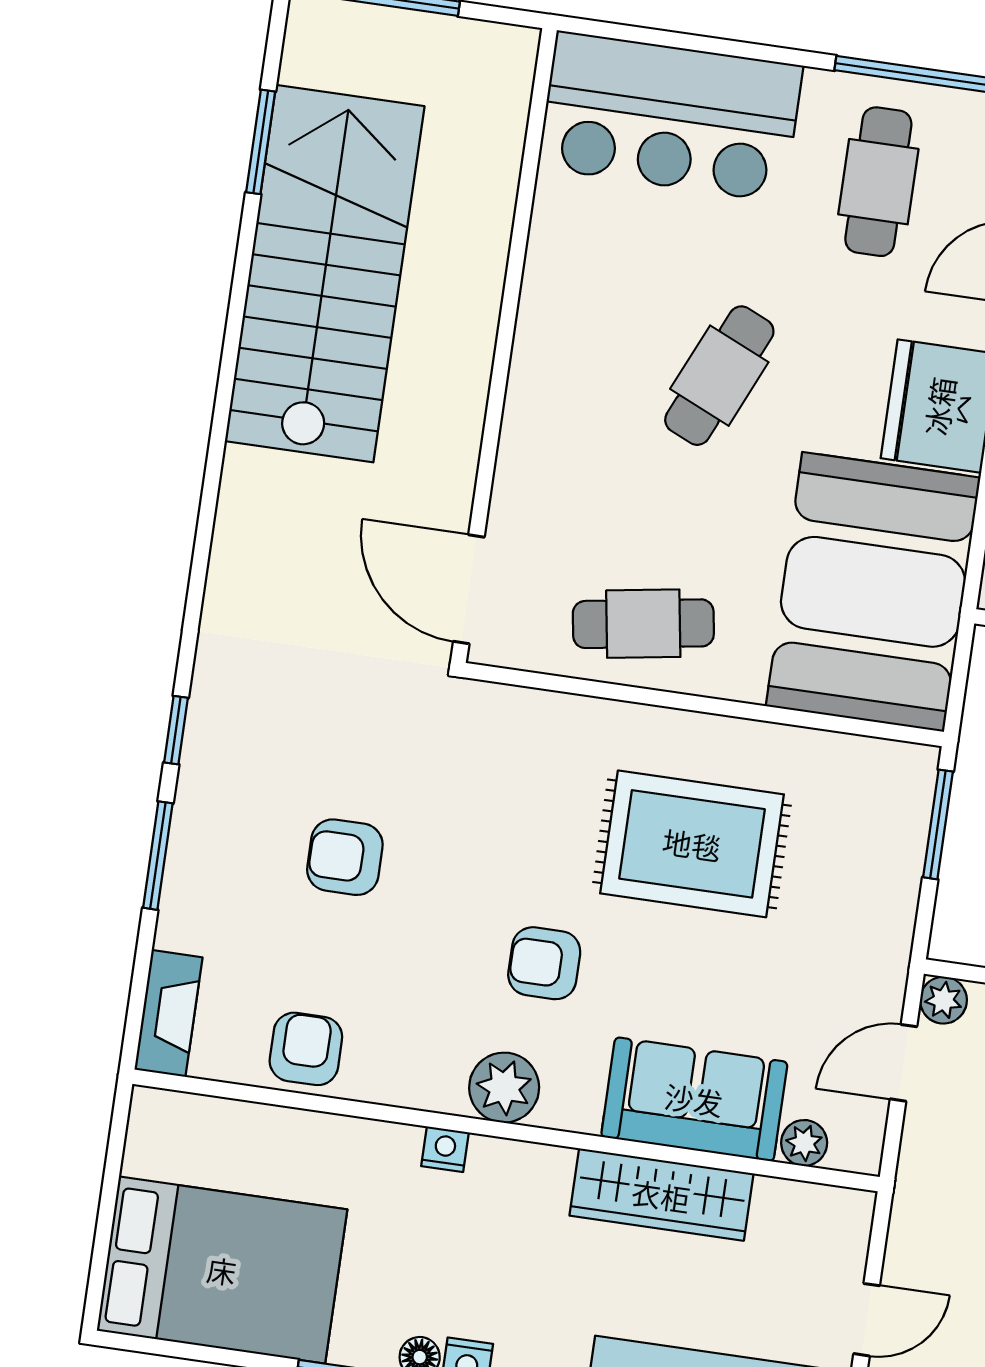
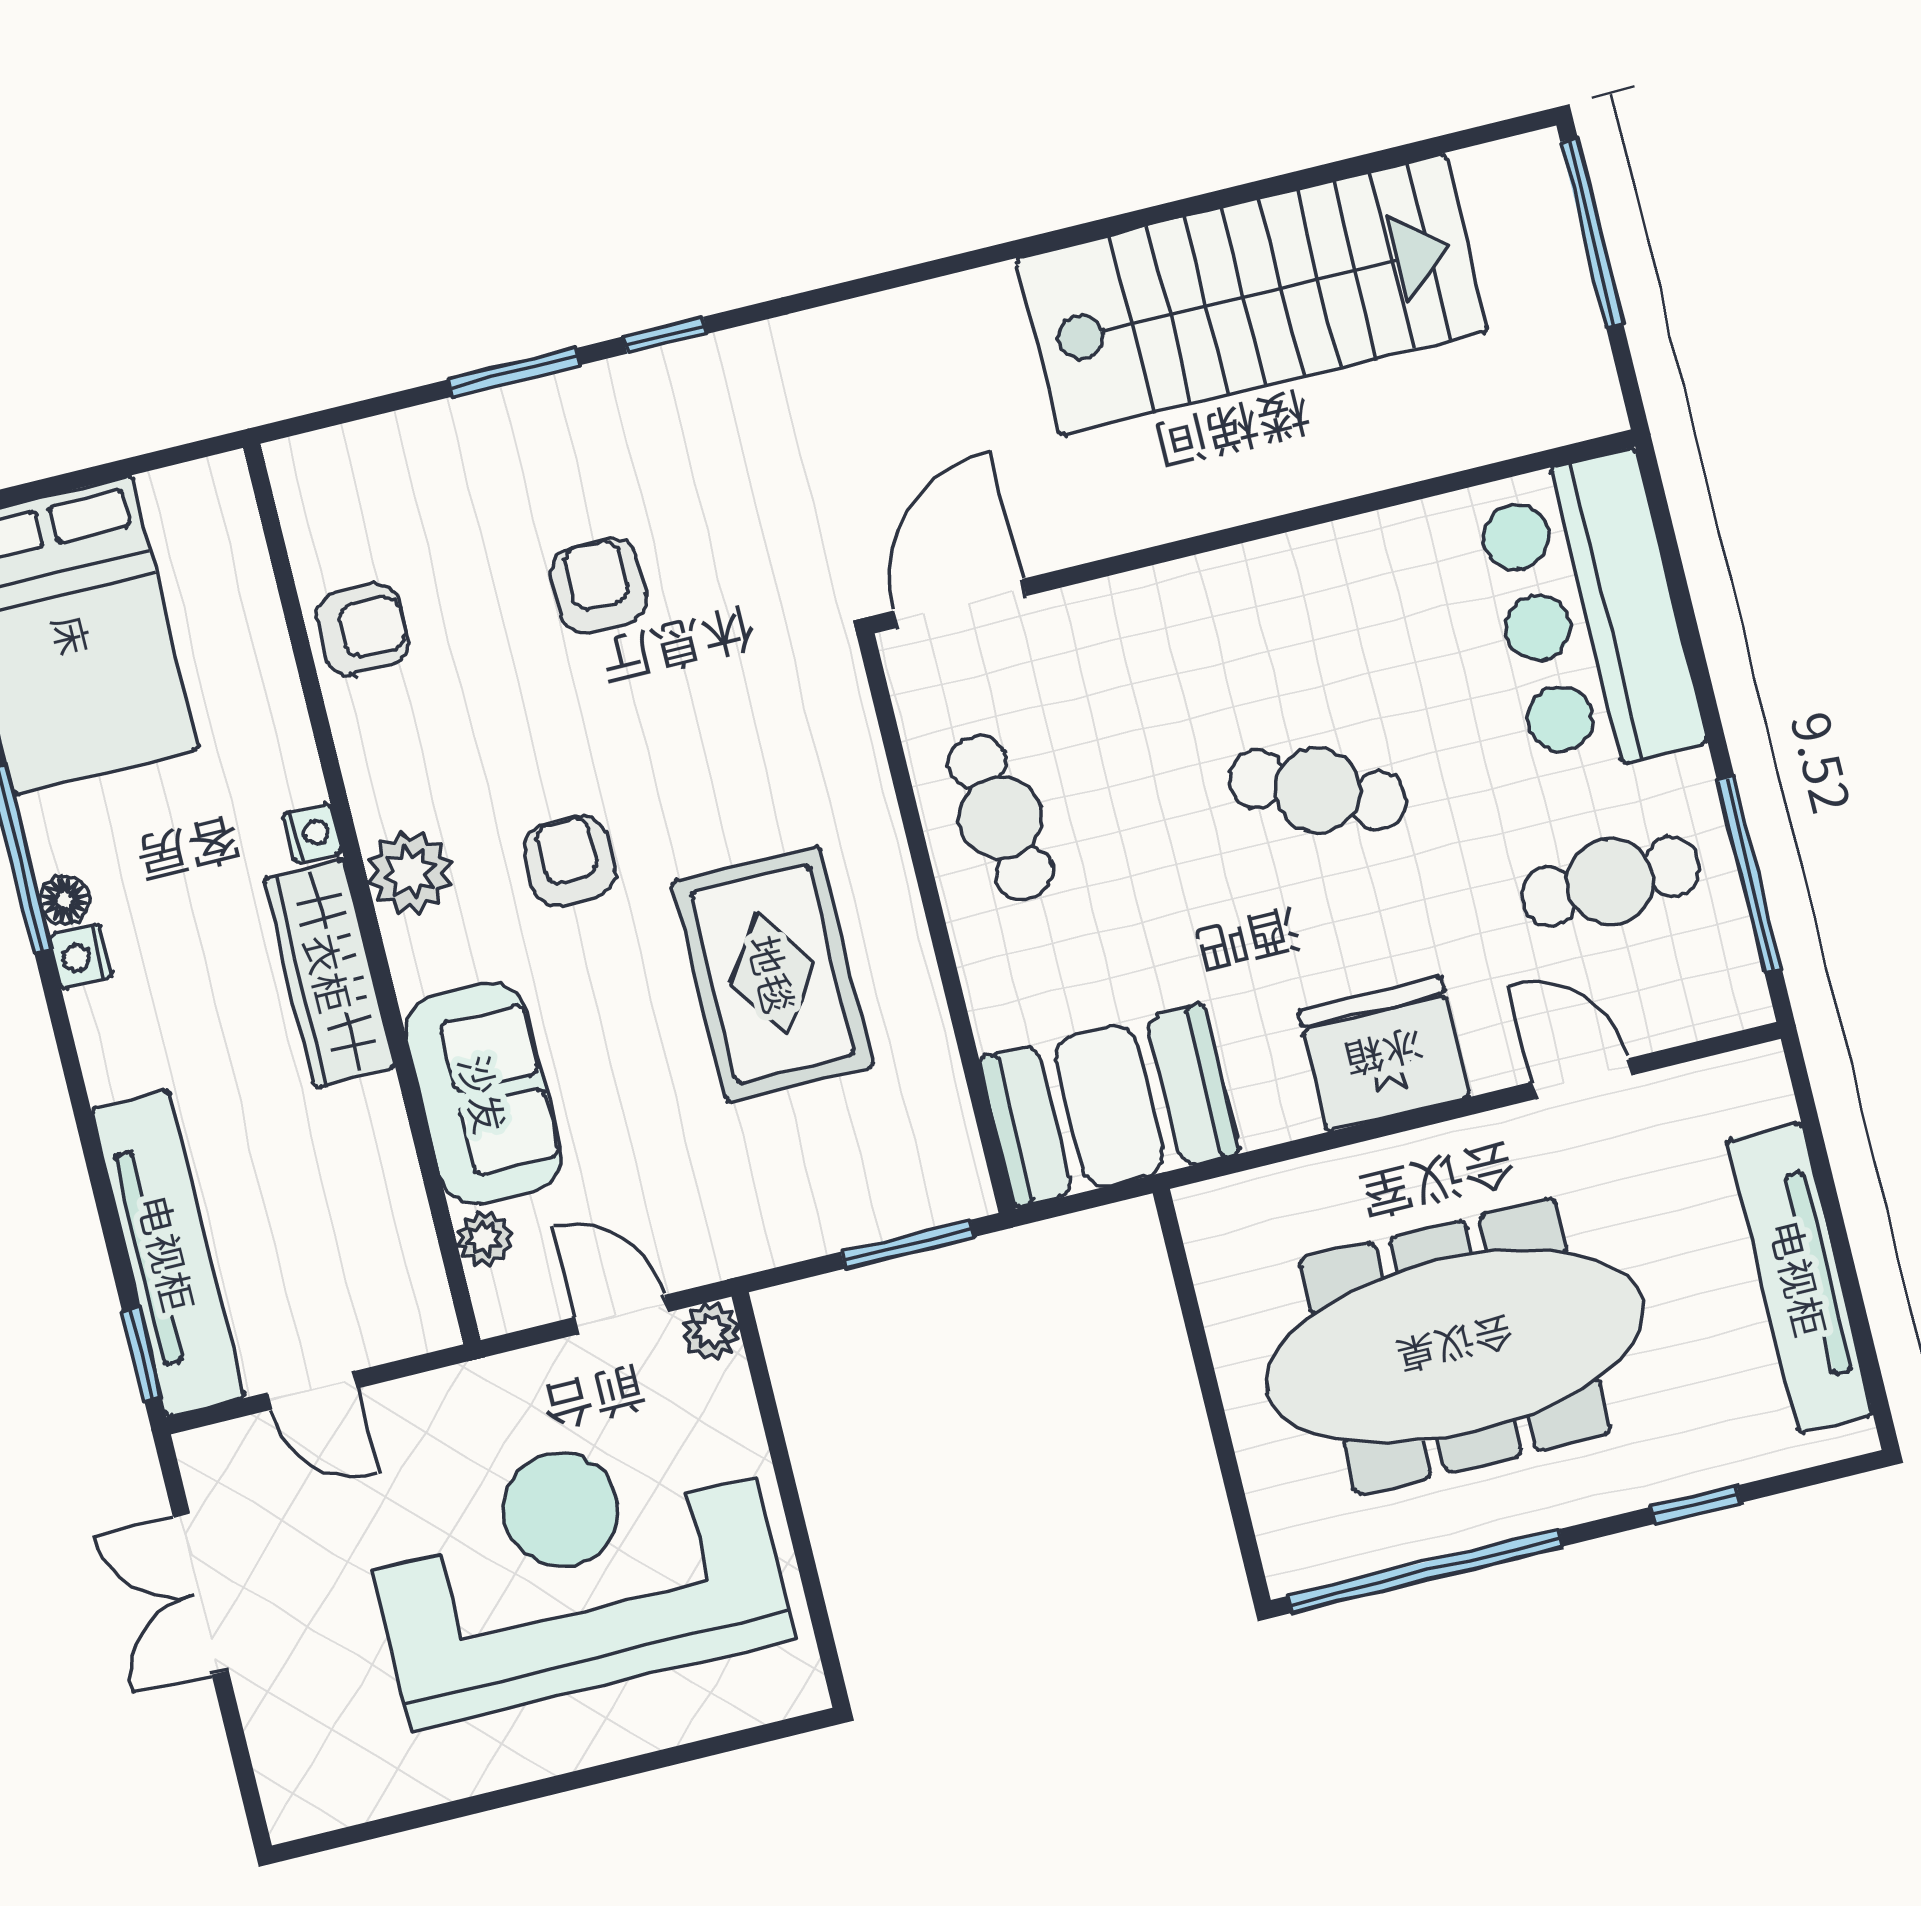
window: (261, 142) -> (1372, 162), removed
booth: (873, 592) -> (1110, 1106), width x0.73, depth x0.70
fireplace: (168, 1013) -> (340, 457), removed
wardrobe: (661, 1195) -> (329, 973), moved

